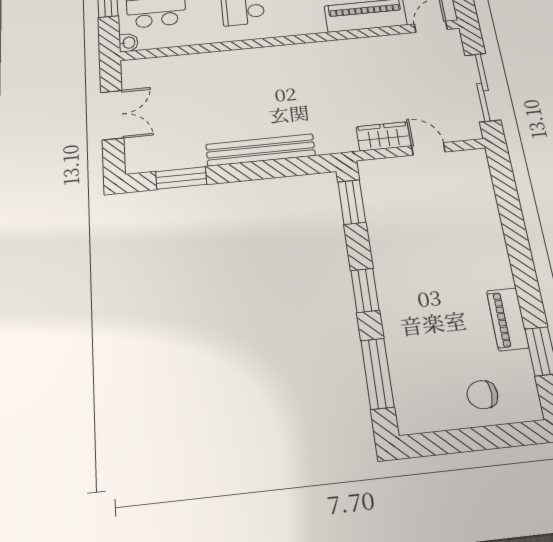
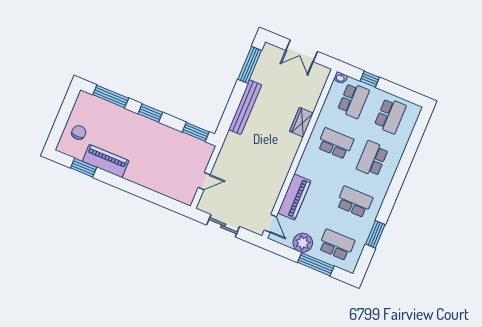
sliding door: (483, 87) -> (223, 226), width x0.73
wardrobe: (384, 136) -> (301, 122), moved, turned 180
window: (181, 178) -> (250, 65), width x1.44
piano: (508, 319) -> (106, 161), width x1.37, depth x1.33

